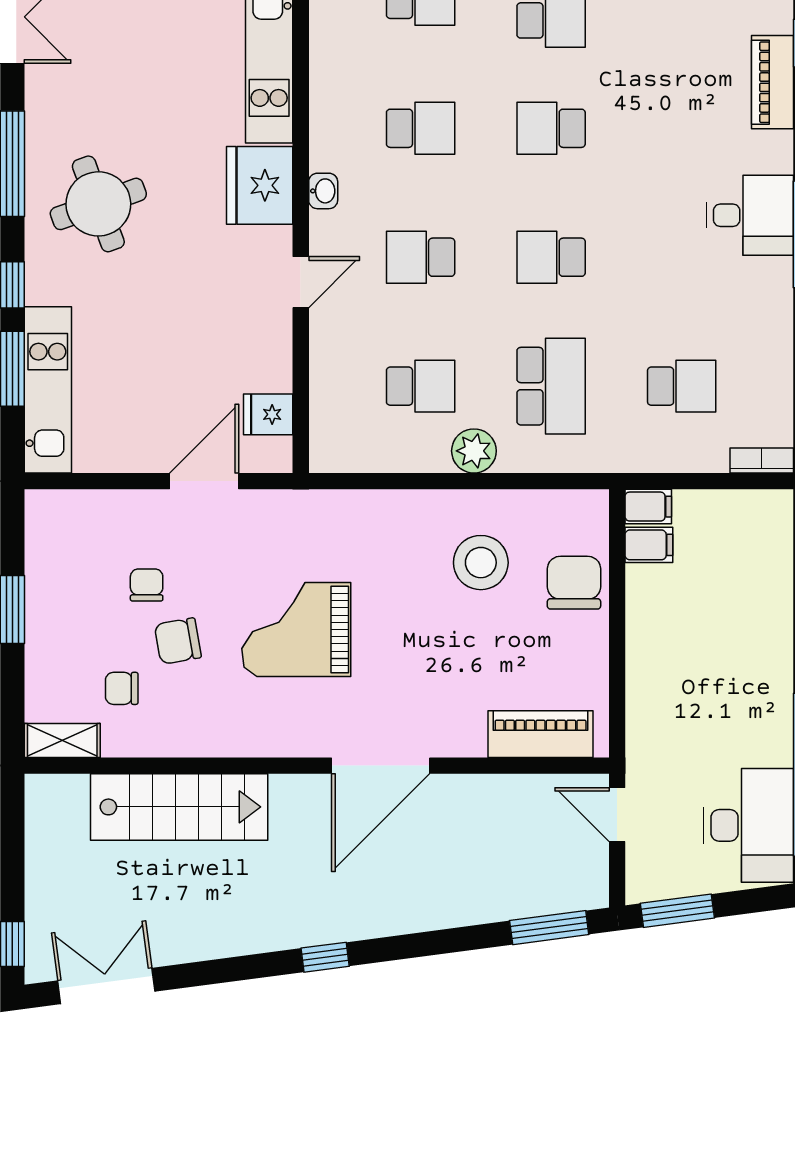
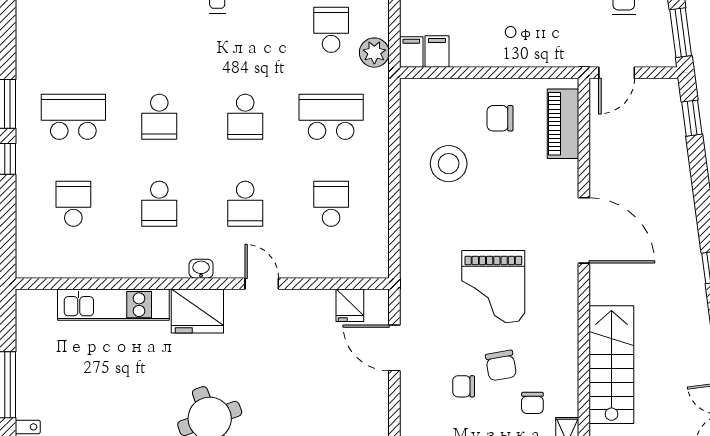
school desk: (421, 128) -> (159, 204), turned 180
plant: (474, 451) -> (374, 53), moved
chair: (574, 583) -> (500, 118), moved, width x0.73, depth x0.73
window: (549, 928) -> (692, 118), width x0.67

